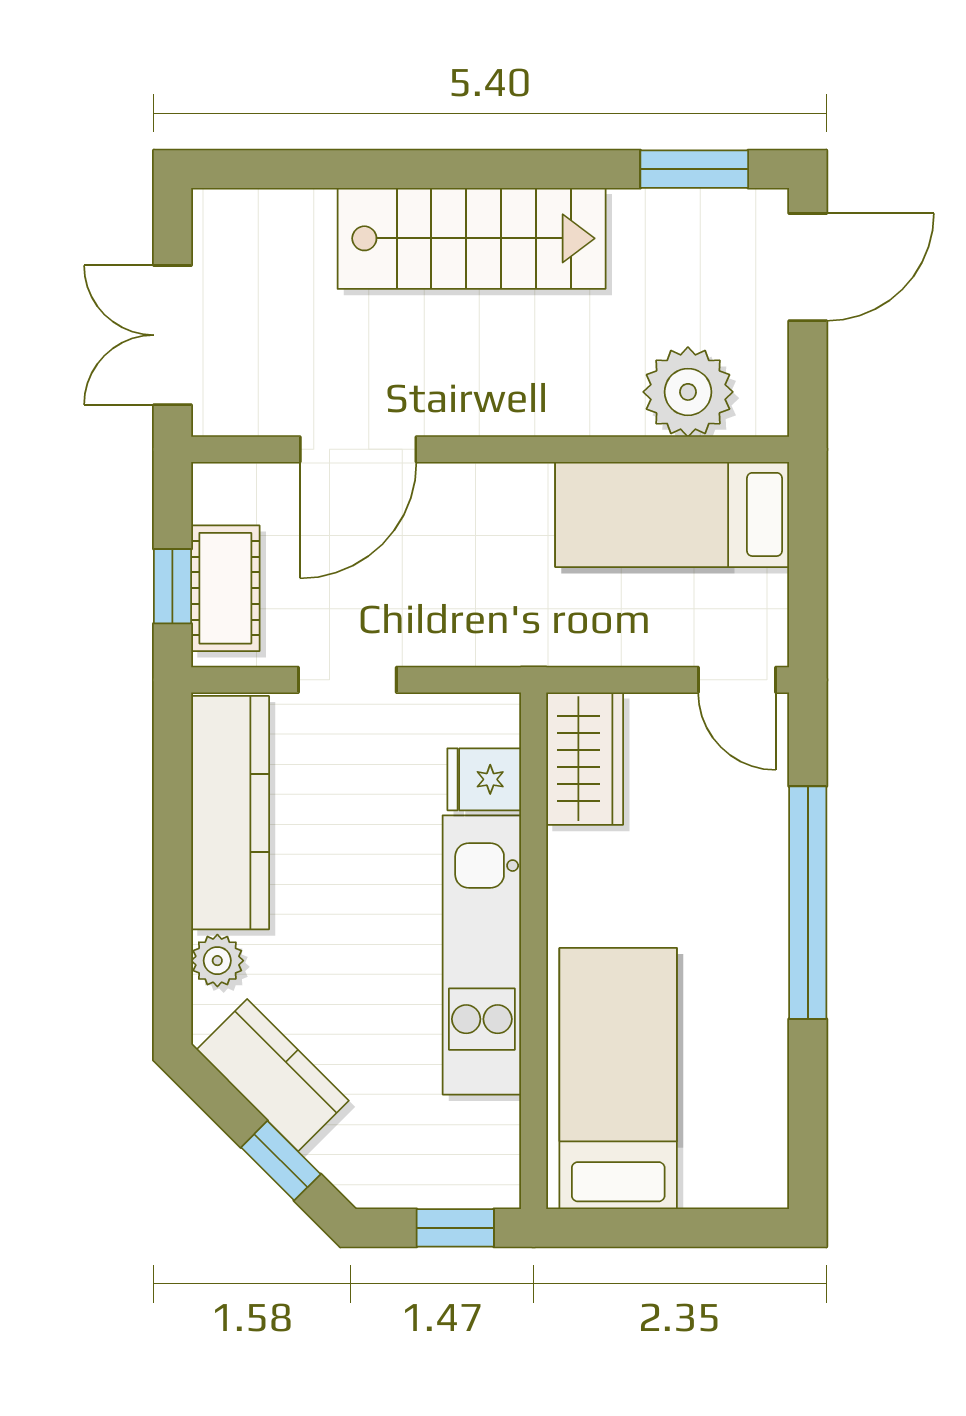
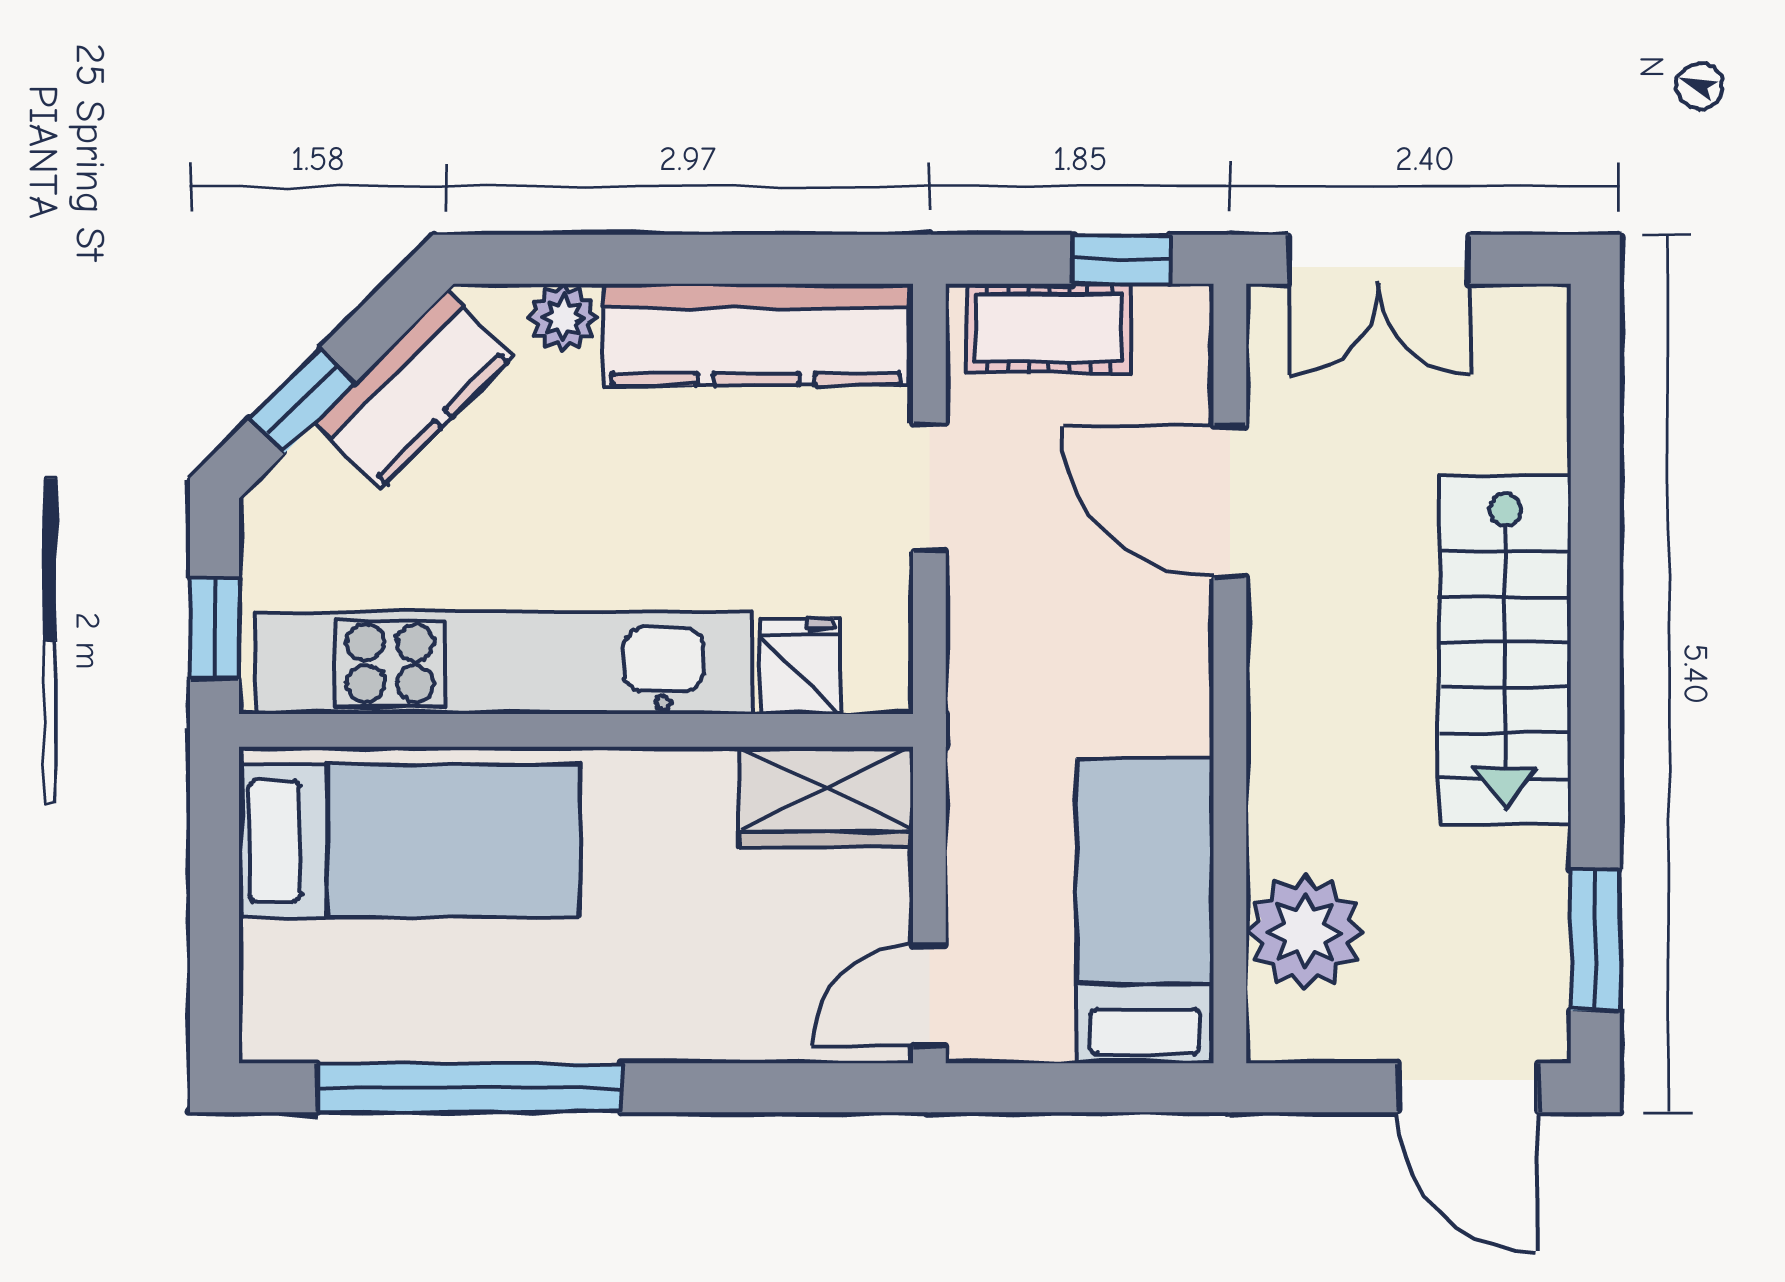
double door: (172, 335) -> (1379, 259), swing flipped
window: (172, 586) -> (1121, 259), moved
window: (808, 903) -> (470, 1088), moved
kitchen unit: (482, 955) -> (504, 663), width x1.36

